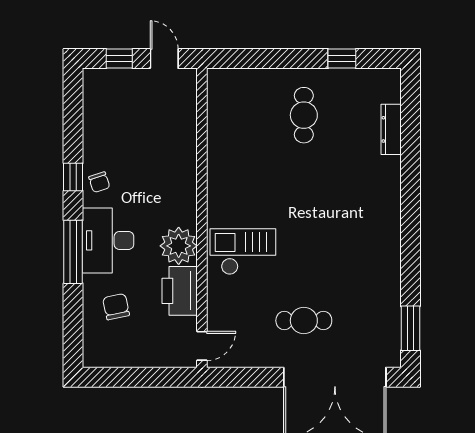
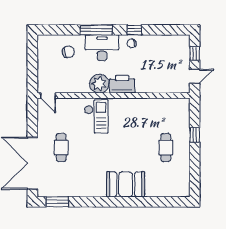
window: (342, 59) -> (195, 135), moved
cafe table: (304, 115) -> (166, 148), turned 90
dresser: (391, 129) -> (159, 192), removed
booth: (376, 194) -> (126, 184), added
printer: (180, 291) -> (122, 84), moved

